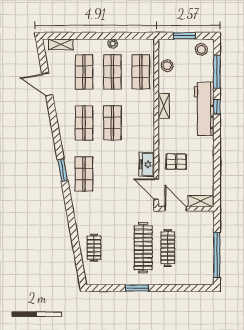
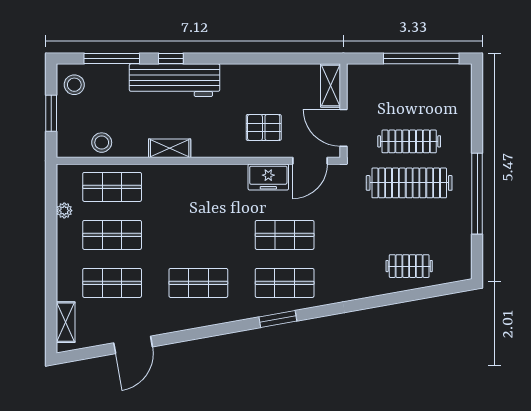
plant: (113, 44) -> (64, 211), moved
shop shelf: (112, 123) -> (285, 235), moved
pallet: (176, 162) -> (264, 127), turned 90
door: (176, 209) -> (343, 128), hinge flipped
window: (137, 288) -> (477, 194), width x2.11

